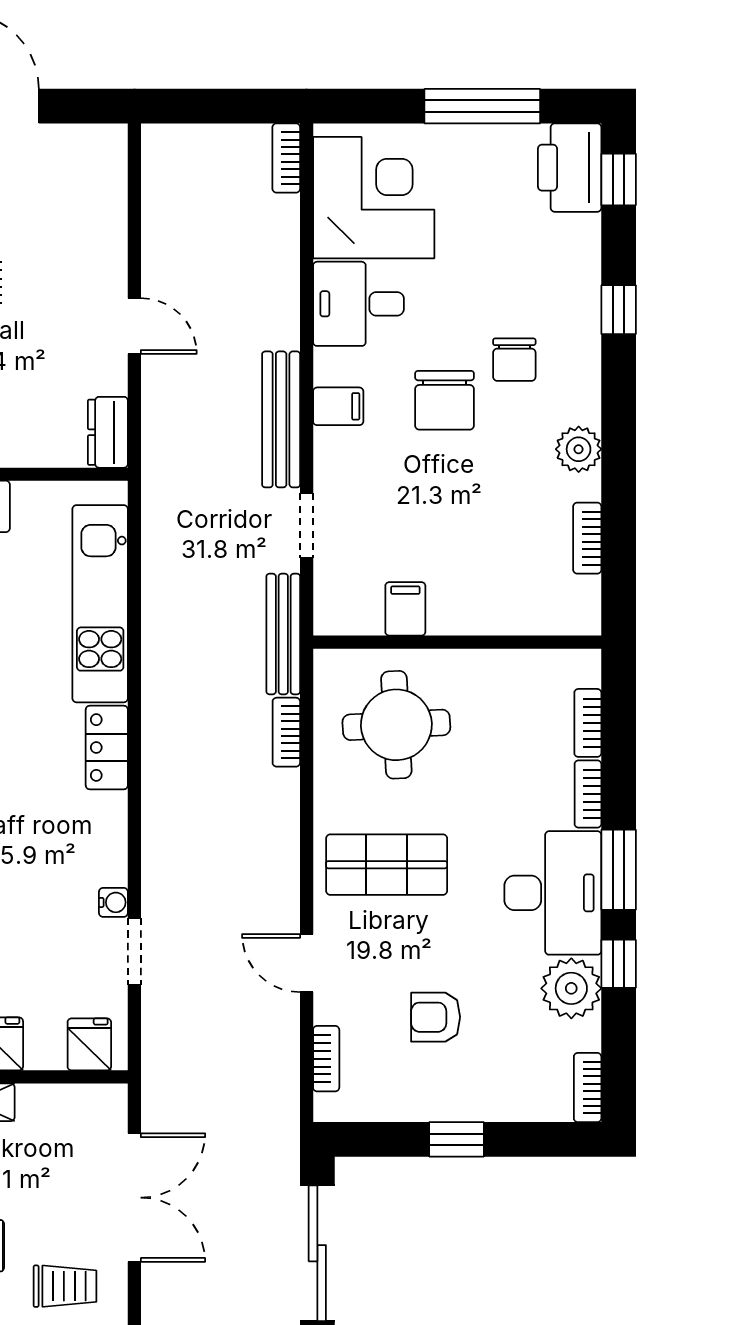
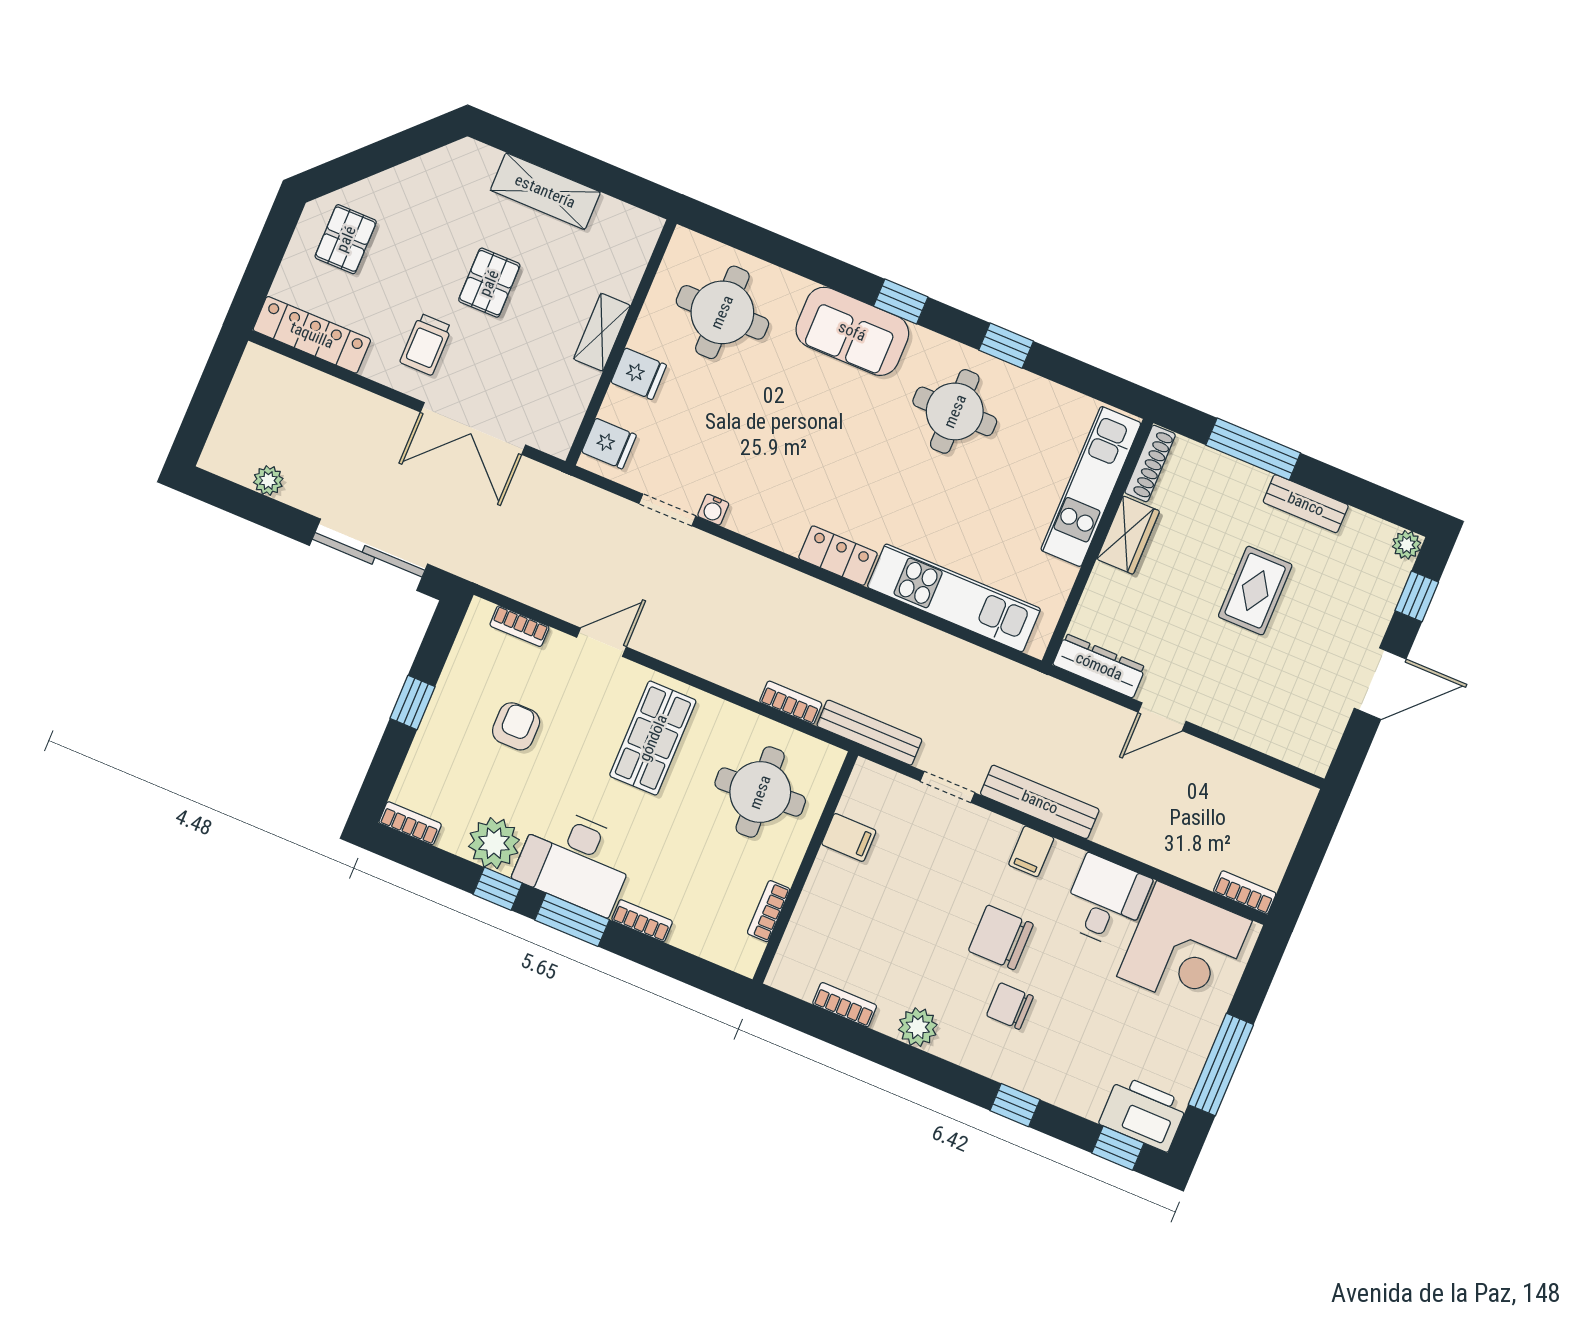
dresser: (108, 432) -> (1099, 666), width x1.44
bookcase: (588, 723) -> (769, 911), moved, turned -90

